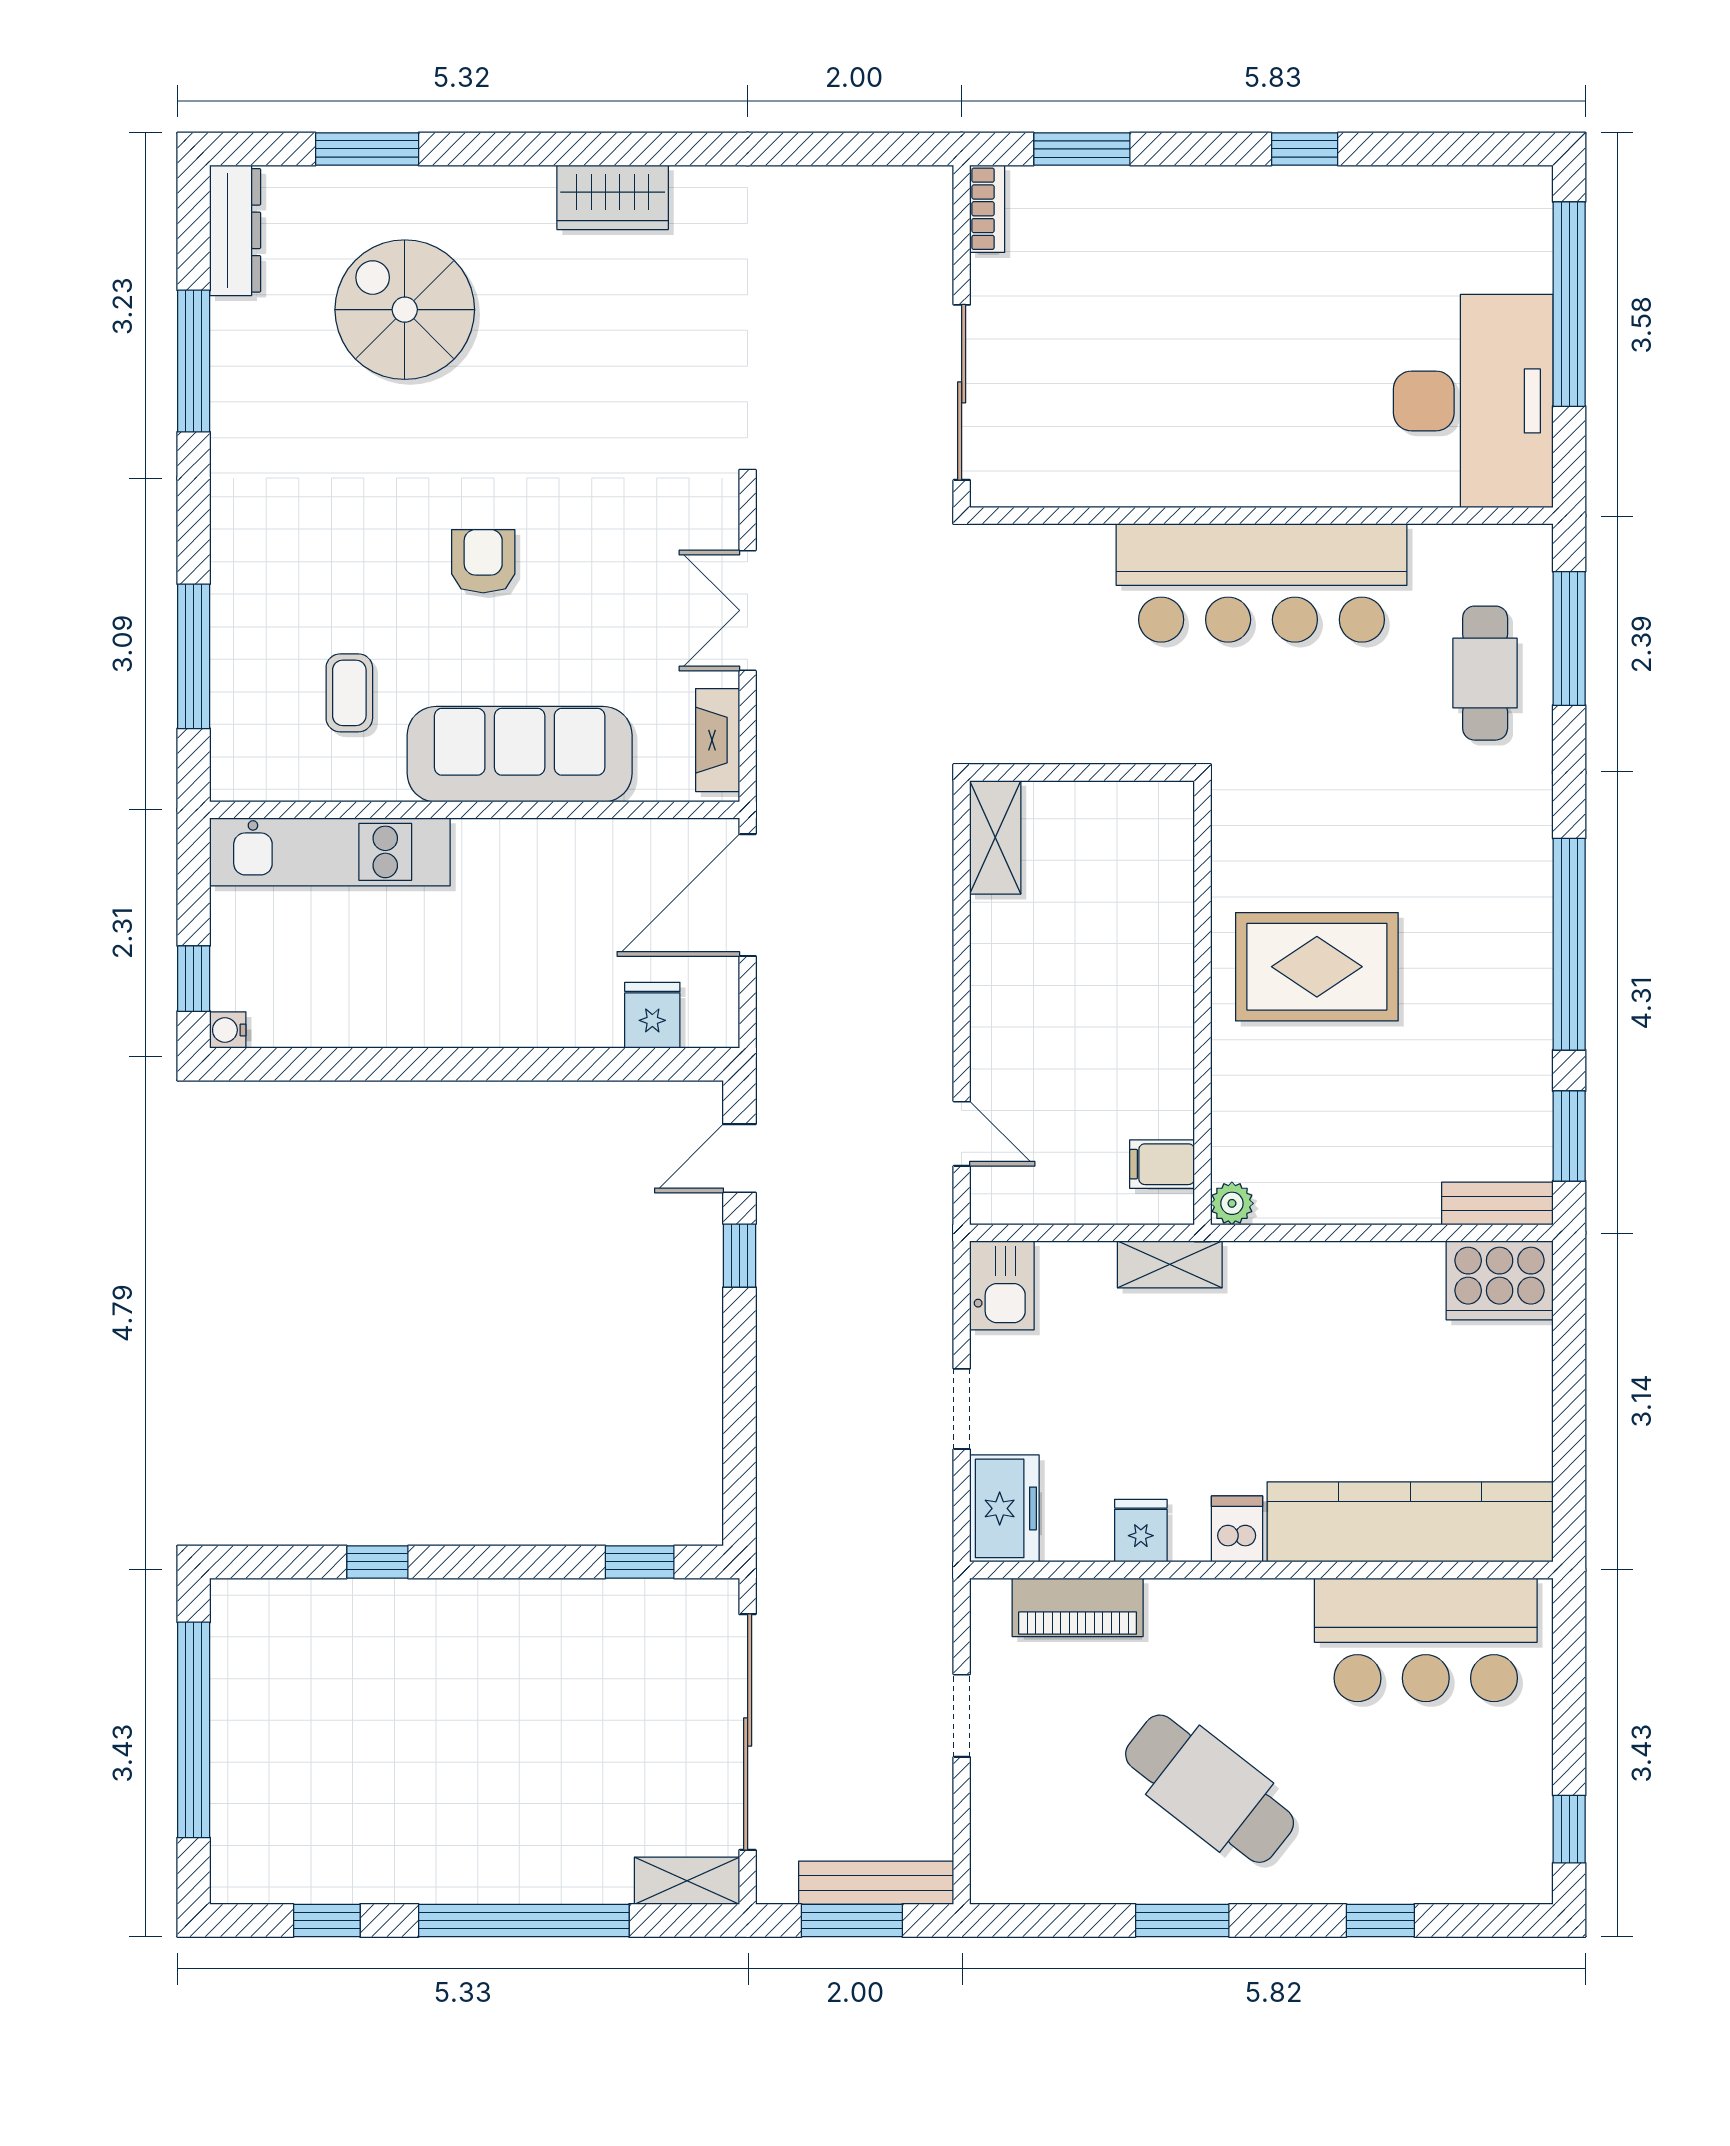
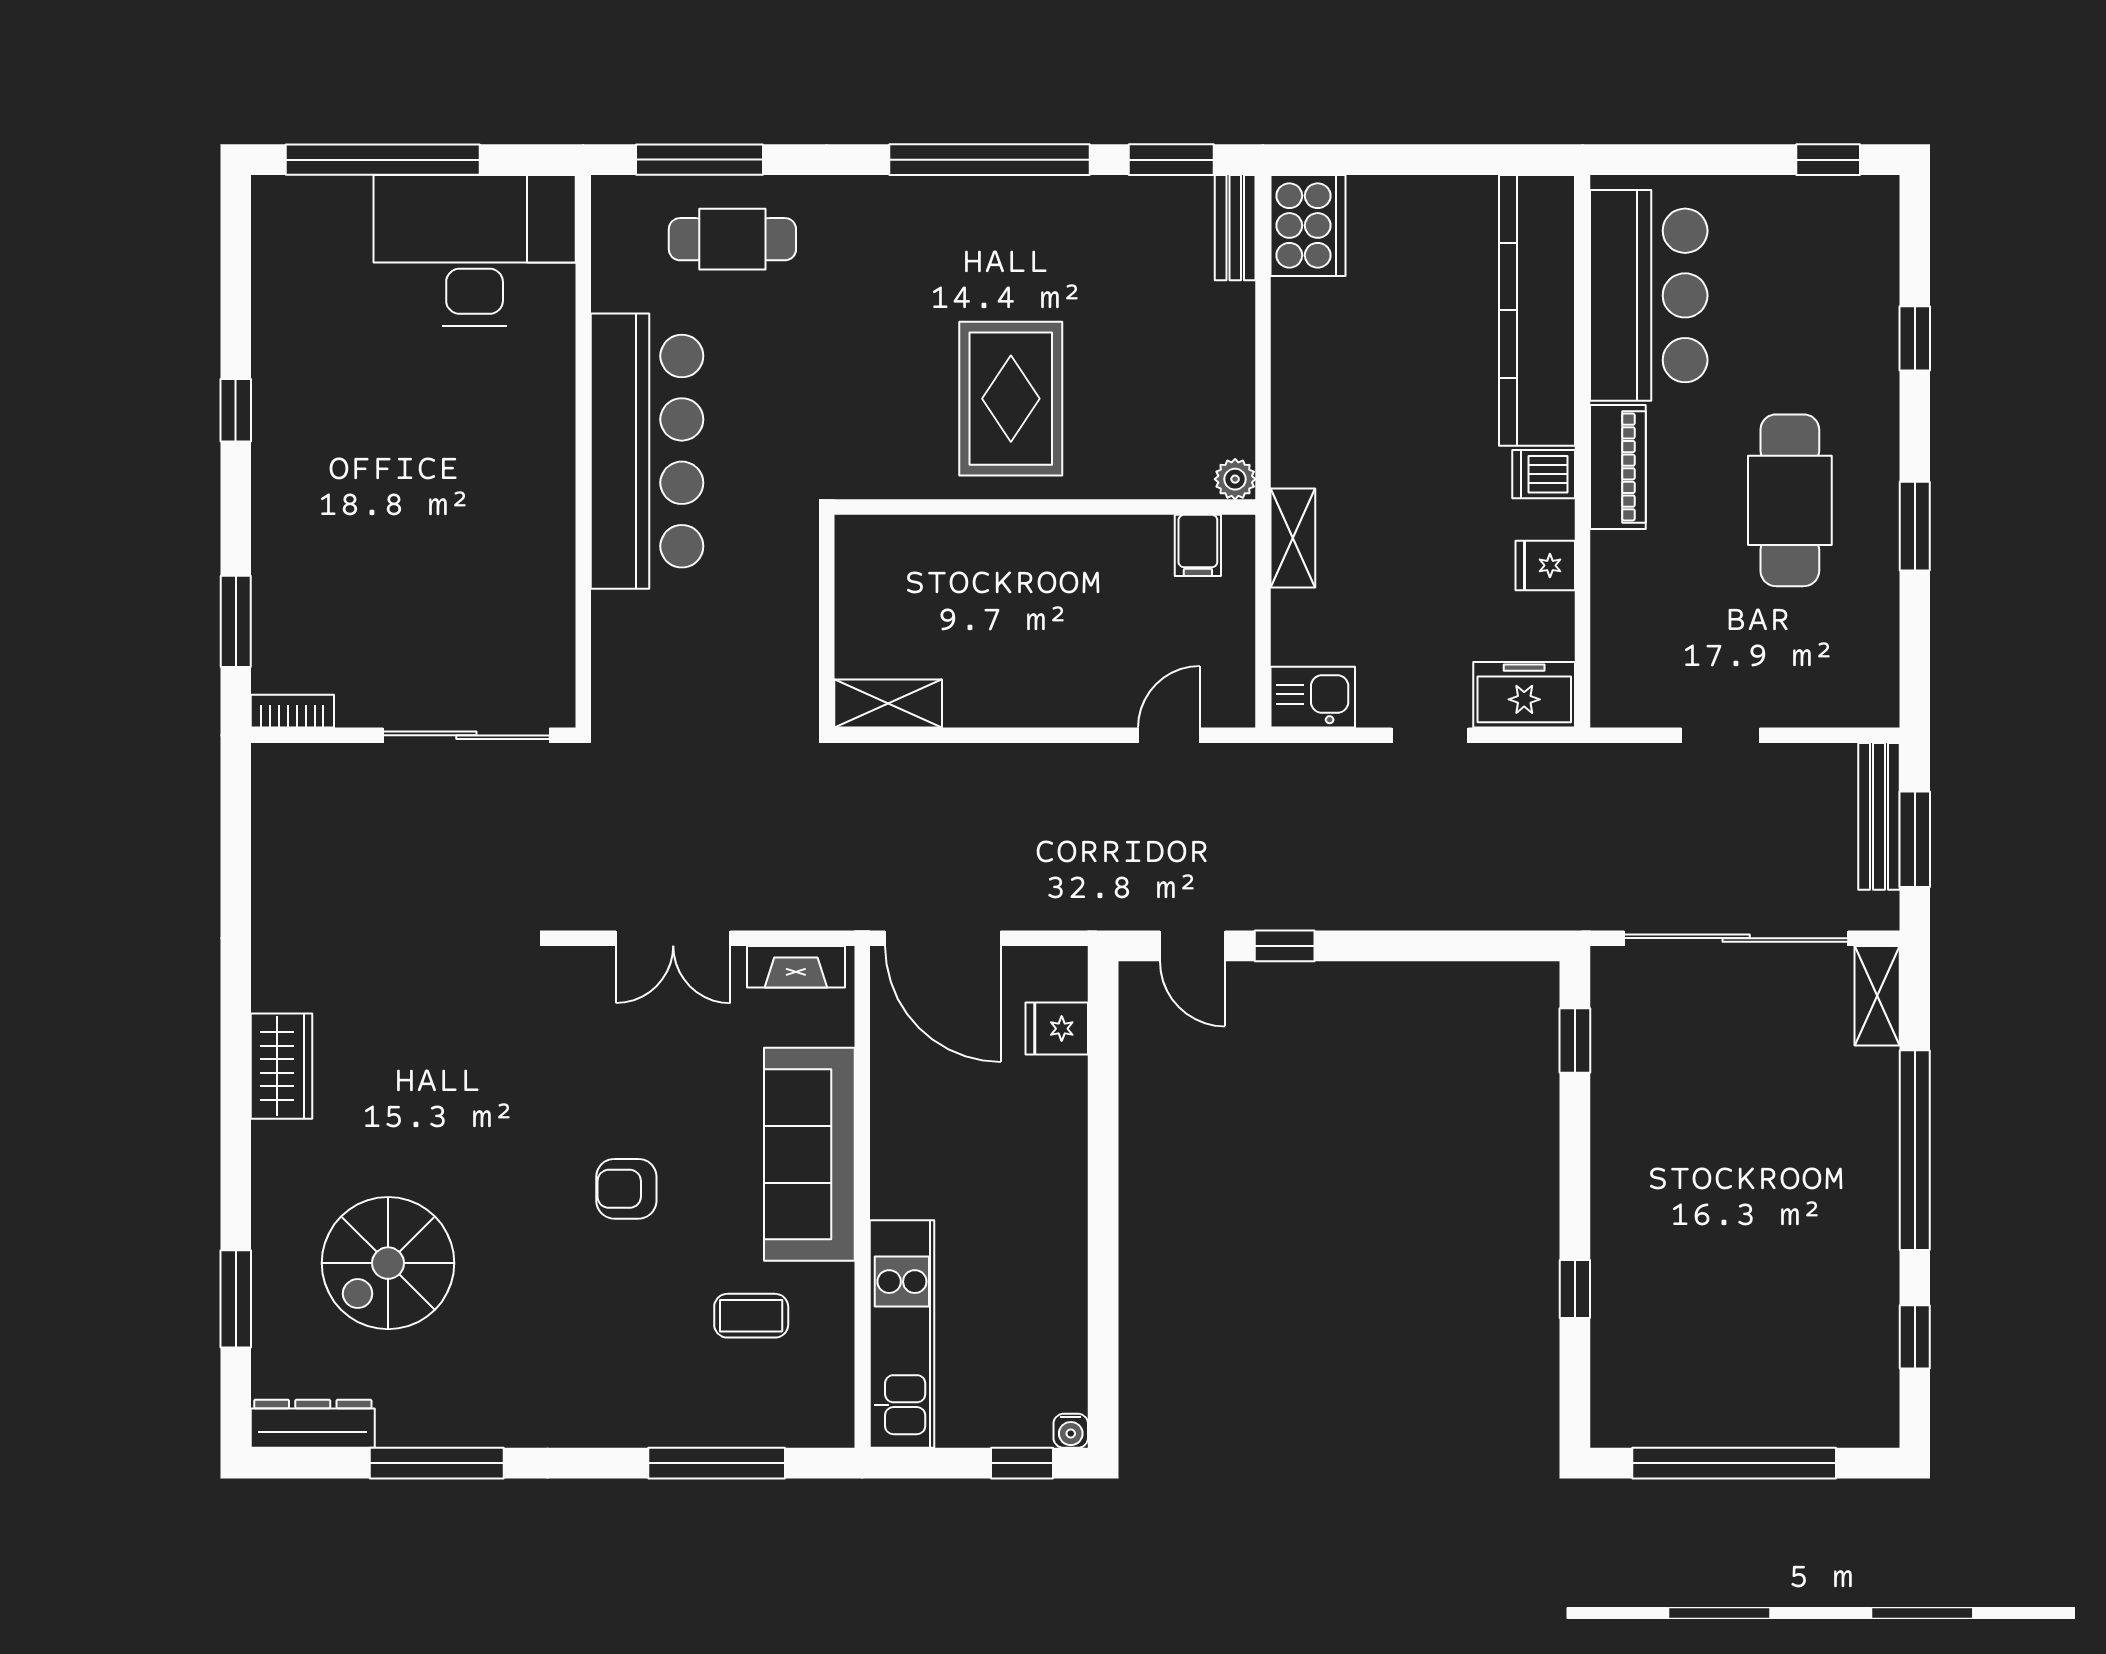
piano: (1078, 1607) -> (1618, 467), moved
cafe table: (1210, 1789) -> (1790, 500), turned -38

